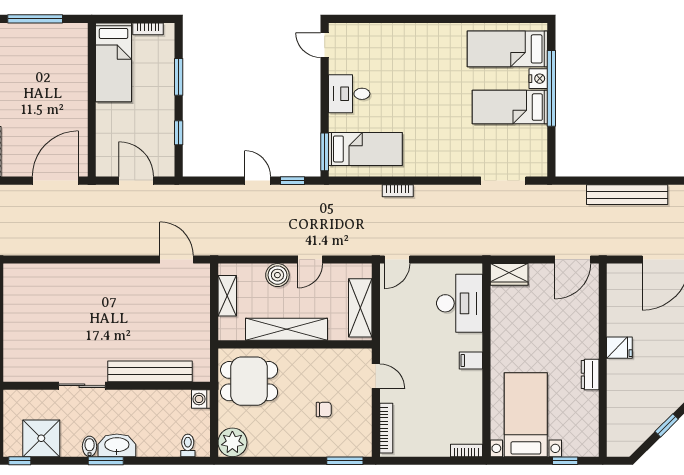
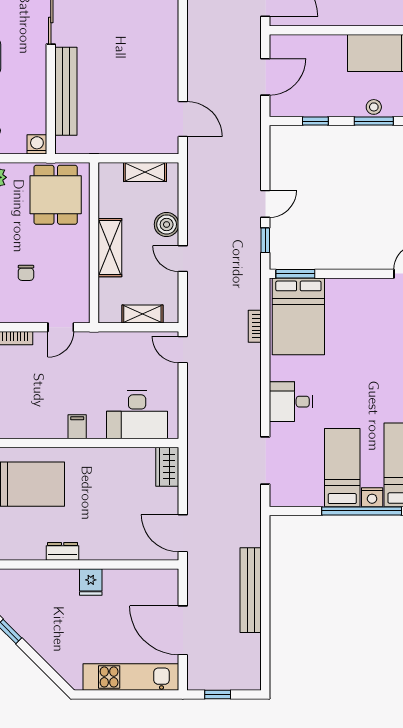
stool: (165, 77) -> (374, 107), added
desk: (349, 94) -> (291, 402), moved, turned -90
bed: (365, 149) -> (298, 316), width x1.50
bookcase: (398, 191) -> (255, 326), moved
door: (177, 260) -> (183, 119), hinge flipped
shelving: (360, 308) -> (142, 314), width x0.67, depth x0.75
shelving: (287, 329) -> (110, 248), width x0.68

